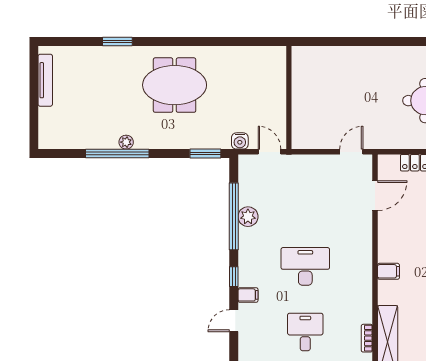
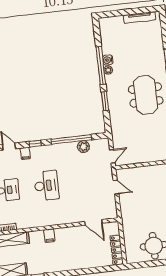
water cooler: (240, 141) -> (108, 60), moved
door: (351, 152) -> (116, 187), moved
window: (205, 154) -> (105, 101), moved
plant: (248, 217) -> (83, 147), moved

